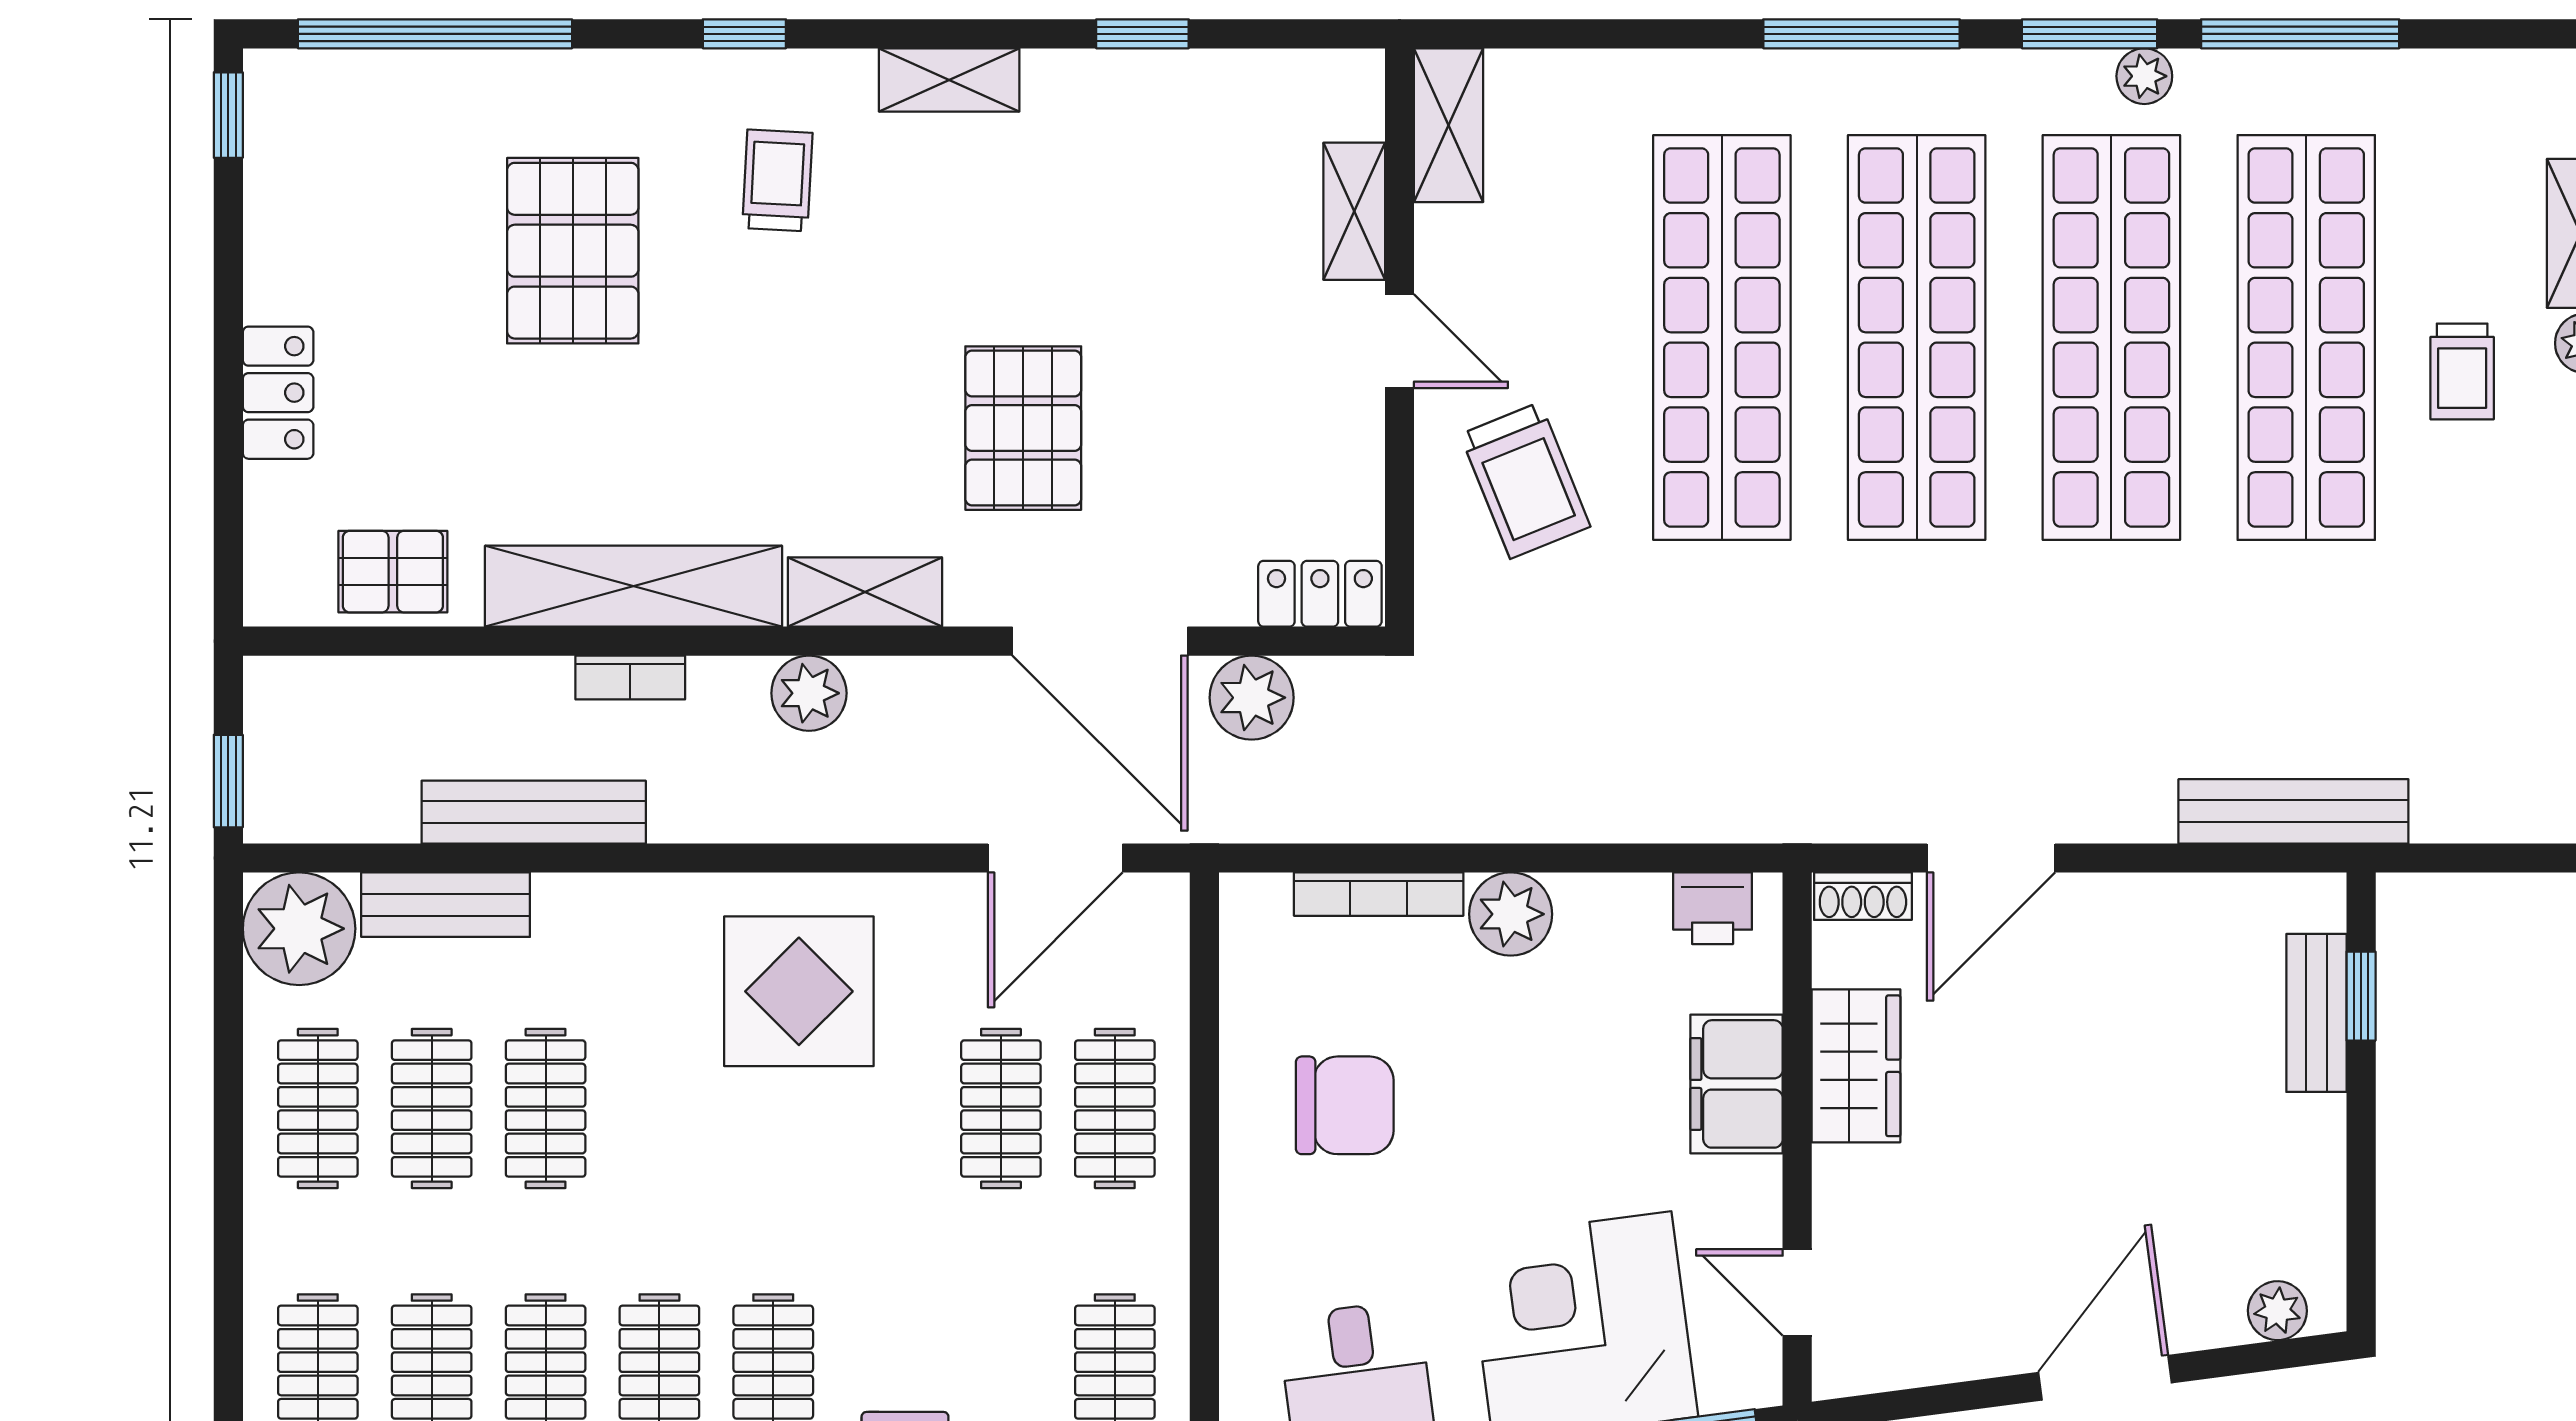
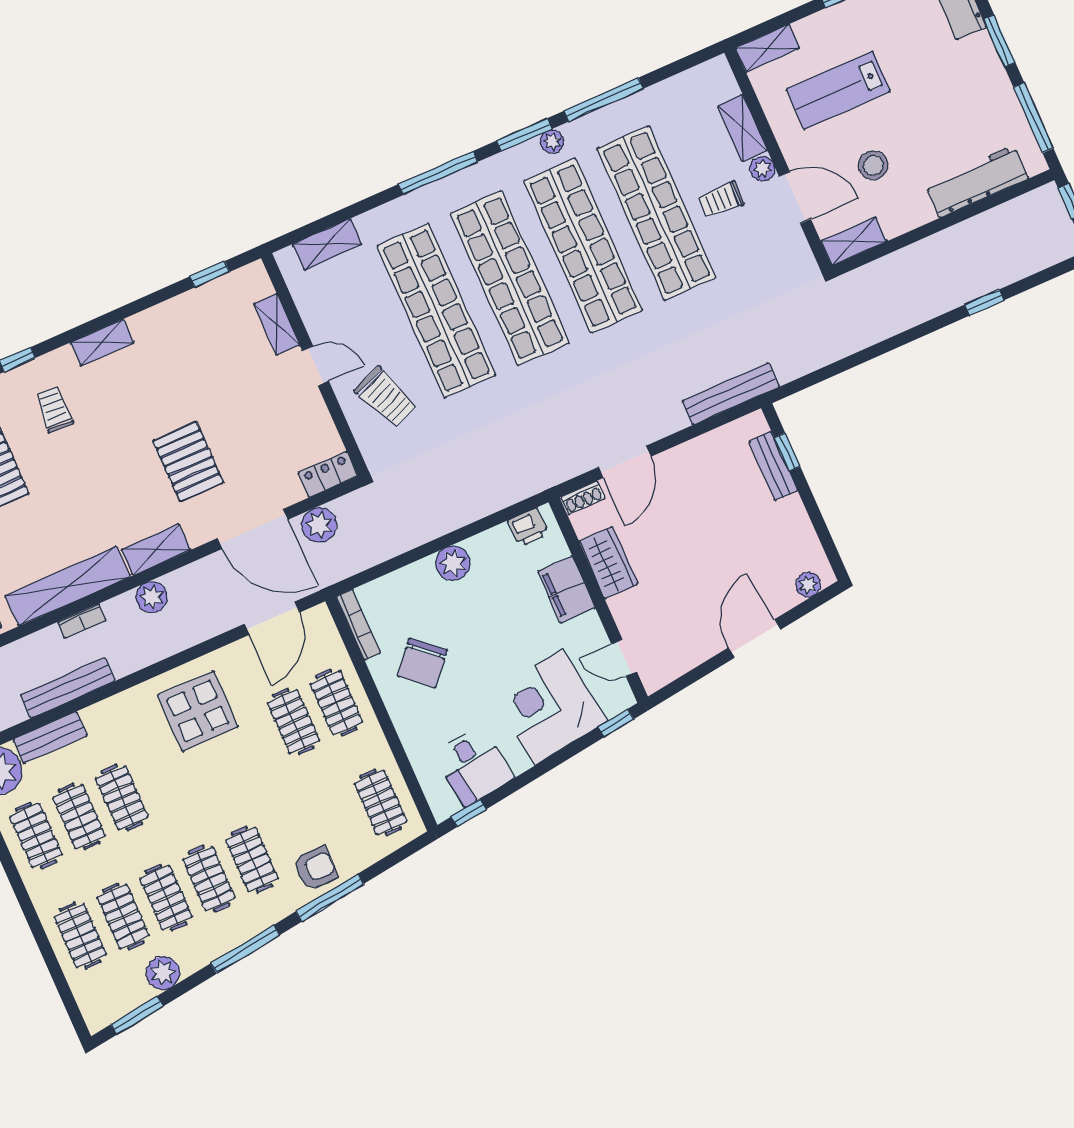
window: (1142, 34) -> (210, 274), moved
shelving: (1449, 125) -> (327, 244), moved, turned 90
trolley: (2462, 371) -> (721, 200), turned 92
bookcase: (1379, 894) -> (358, 625), moved, turned -90
chair: (1345, 1105) -> (422, 663), turned 131

